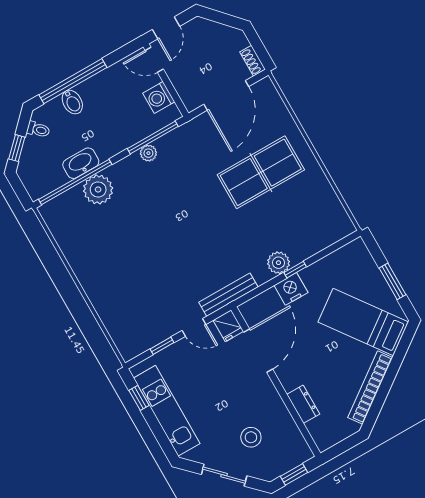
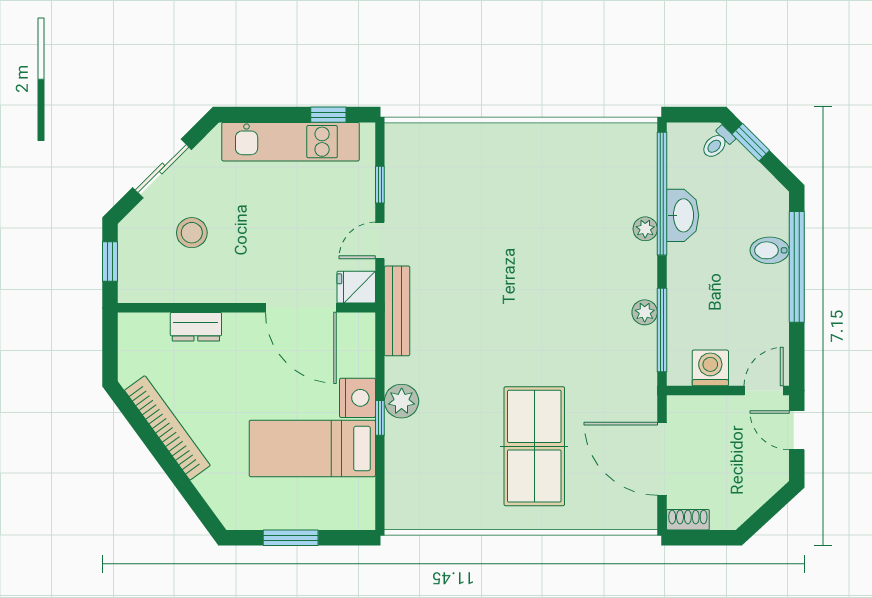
toilet: (38, 130) -> (717, 143), moved
plant: (98, 189) -> (645, 229), width x0.53, depth x0.53
bed: (363, 322) -> (312, 448), moved, turned -144

